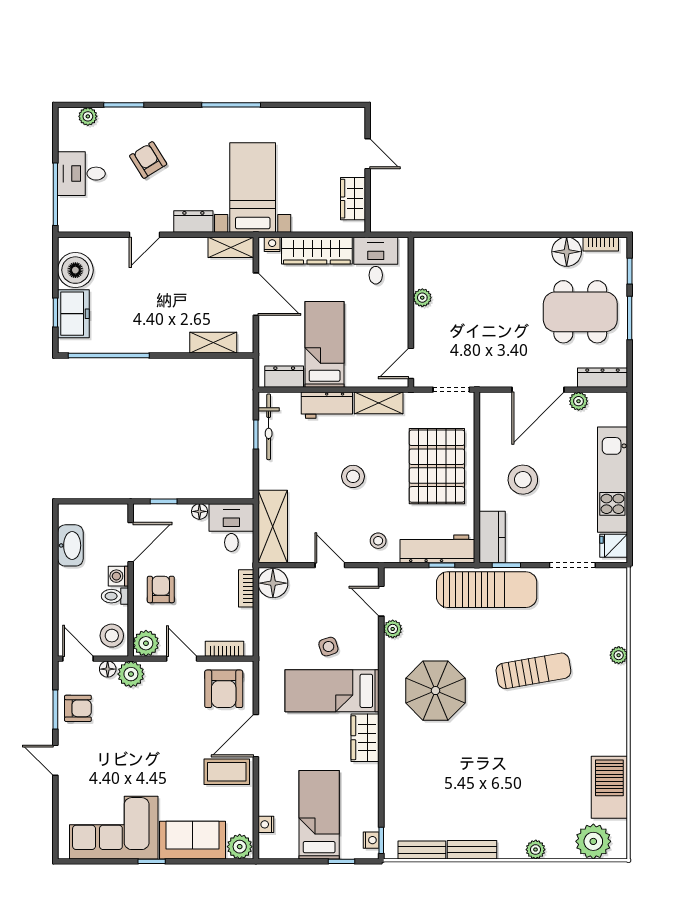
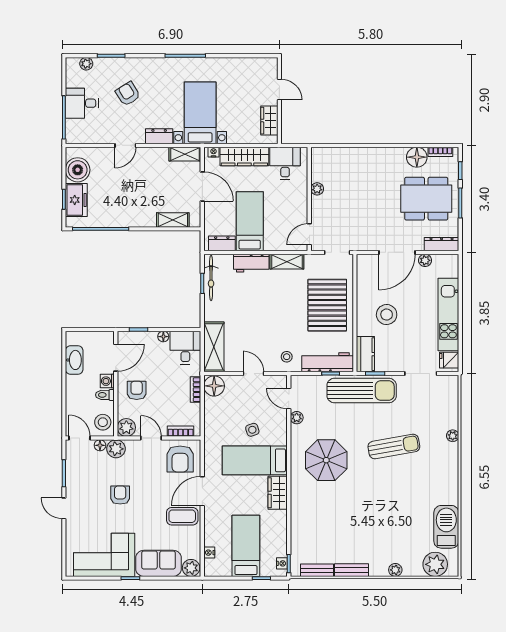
stool: (353, 476) -> (269, 312), removed
armchair: (78, 708) -> (120, 495), moved, turned -90

